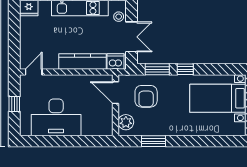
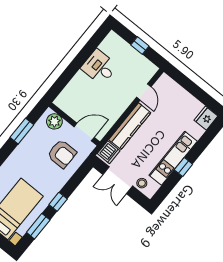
window: (157, 69) -> (38, 226), moved
door: (34, 72) -> (144, 92), moved
armchair: (146, 96) -> (62, 154), turned 180
desk: (56, 117) -> (99, 67), width x0.53, depth x0.77

